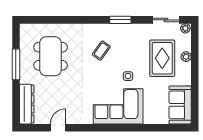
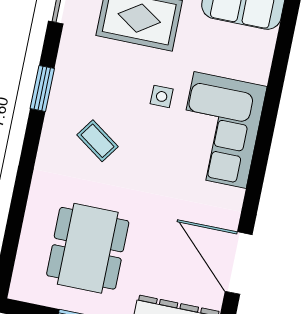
dining table: (51, 56) -> (88, 248), turned 90
door: (58, 128) -> (239, 263), width x1.88

